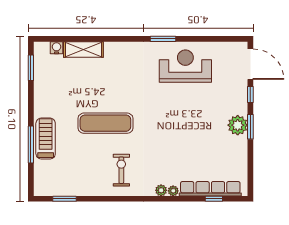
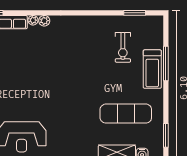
exercise mat: (105, 123) -> (126, 114), moved
exercise bike: (121, 170) -> (123, 47), moved

